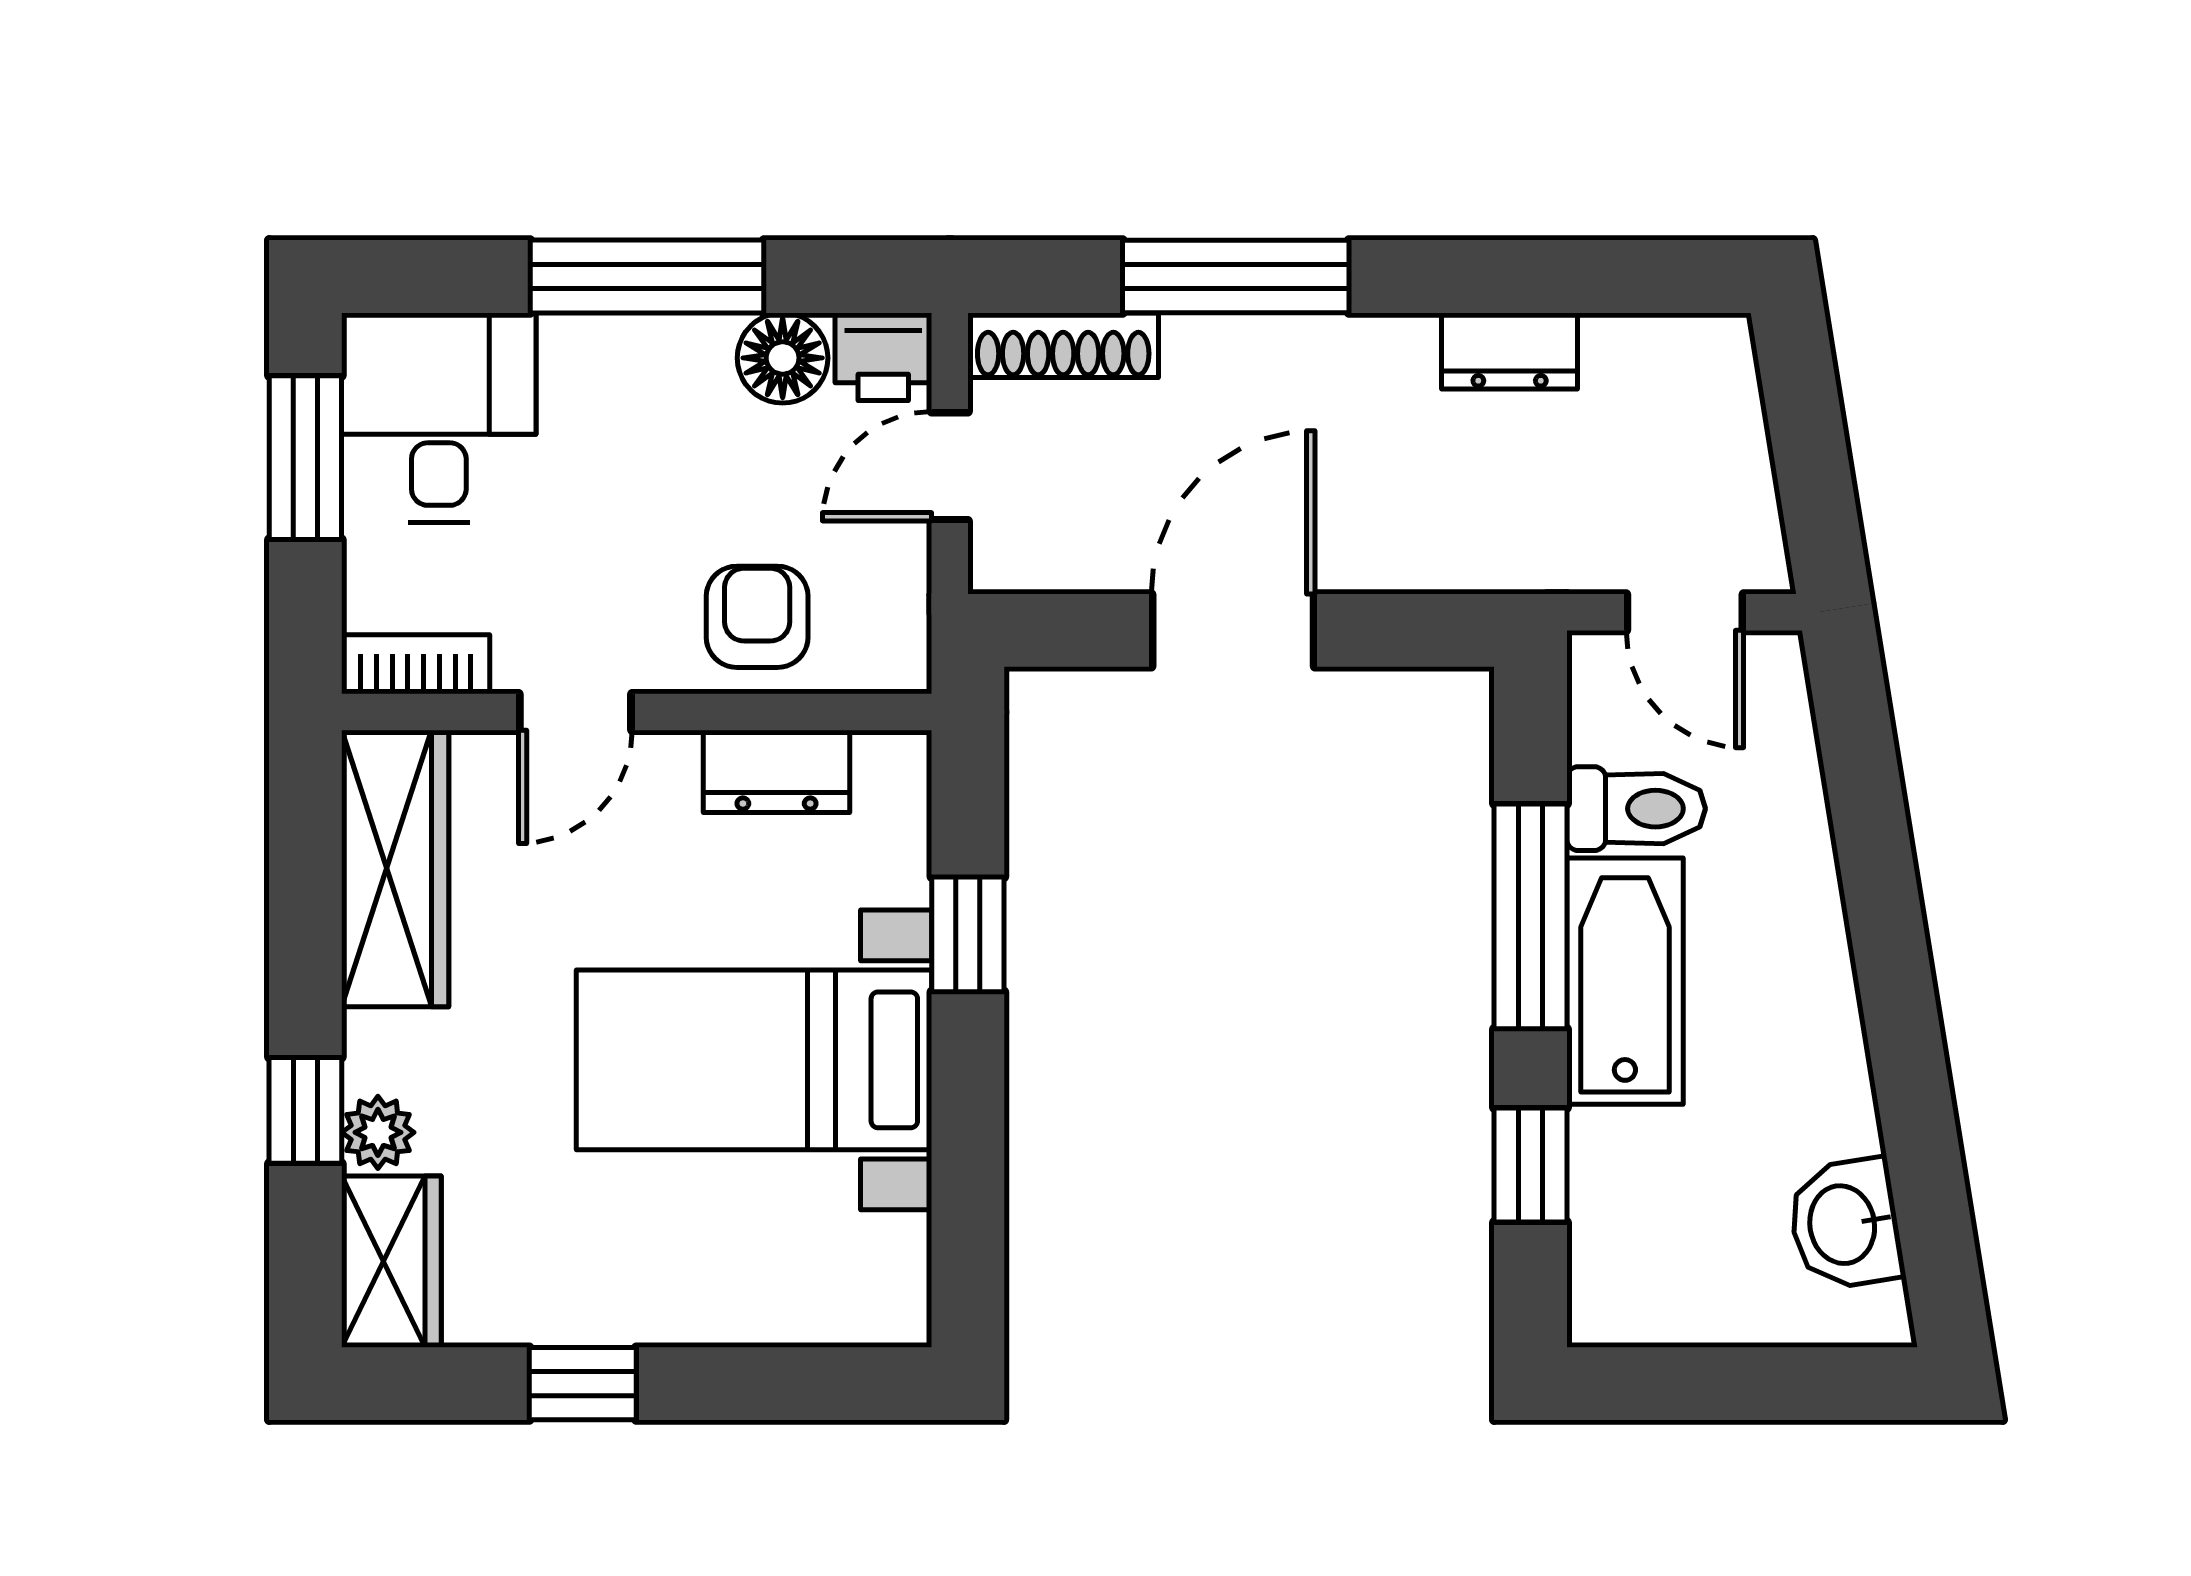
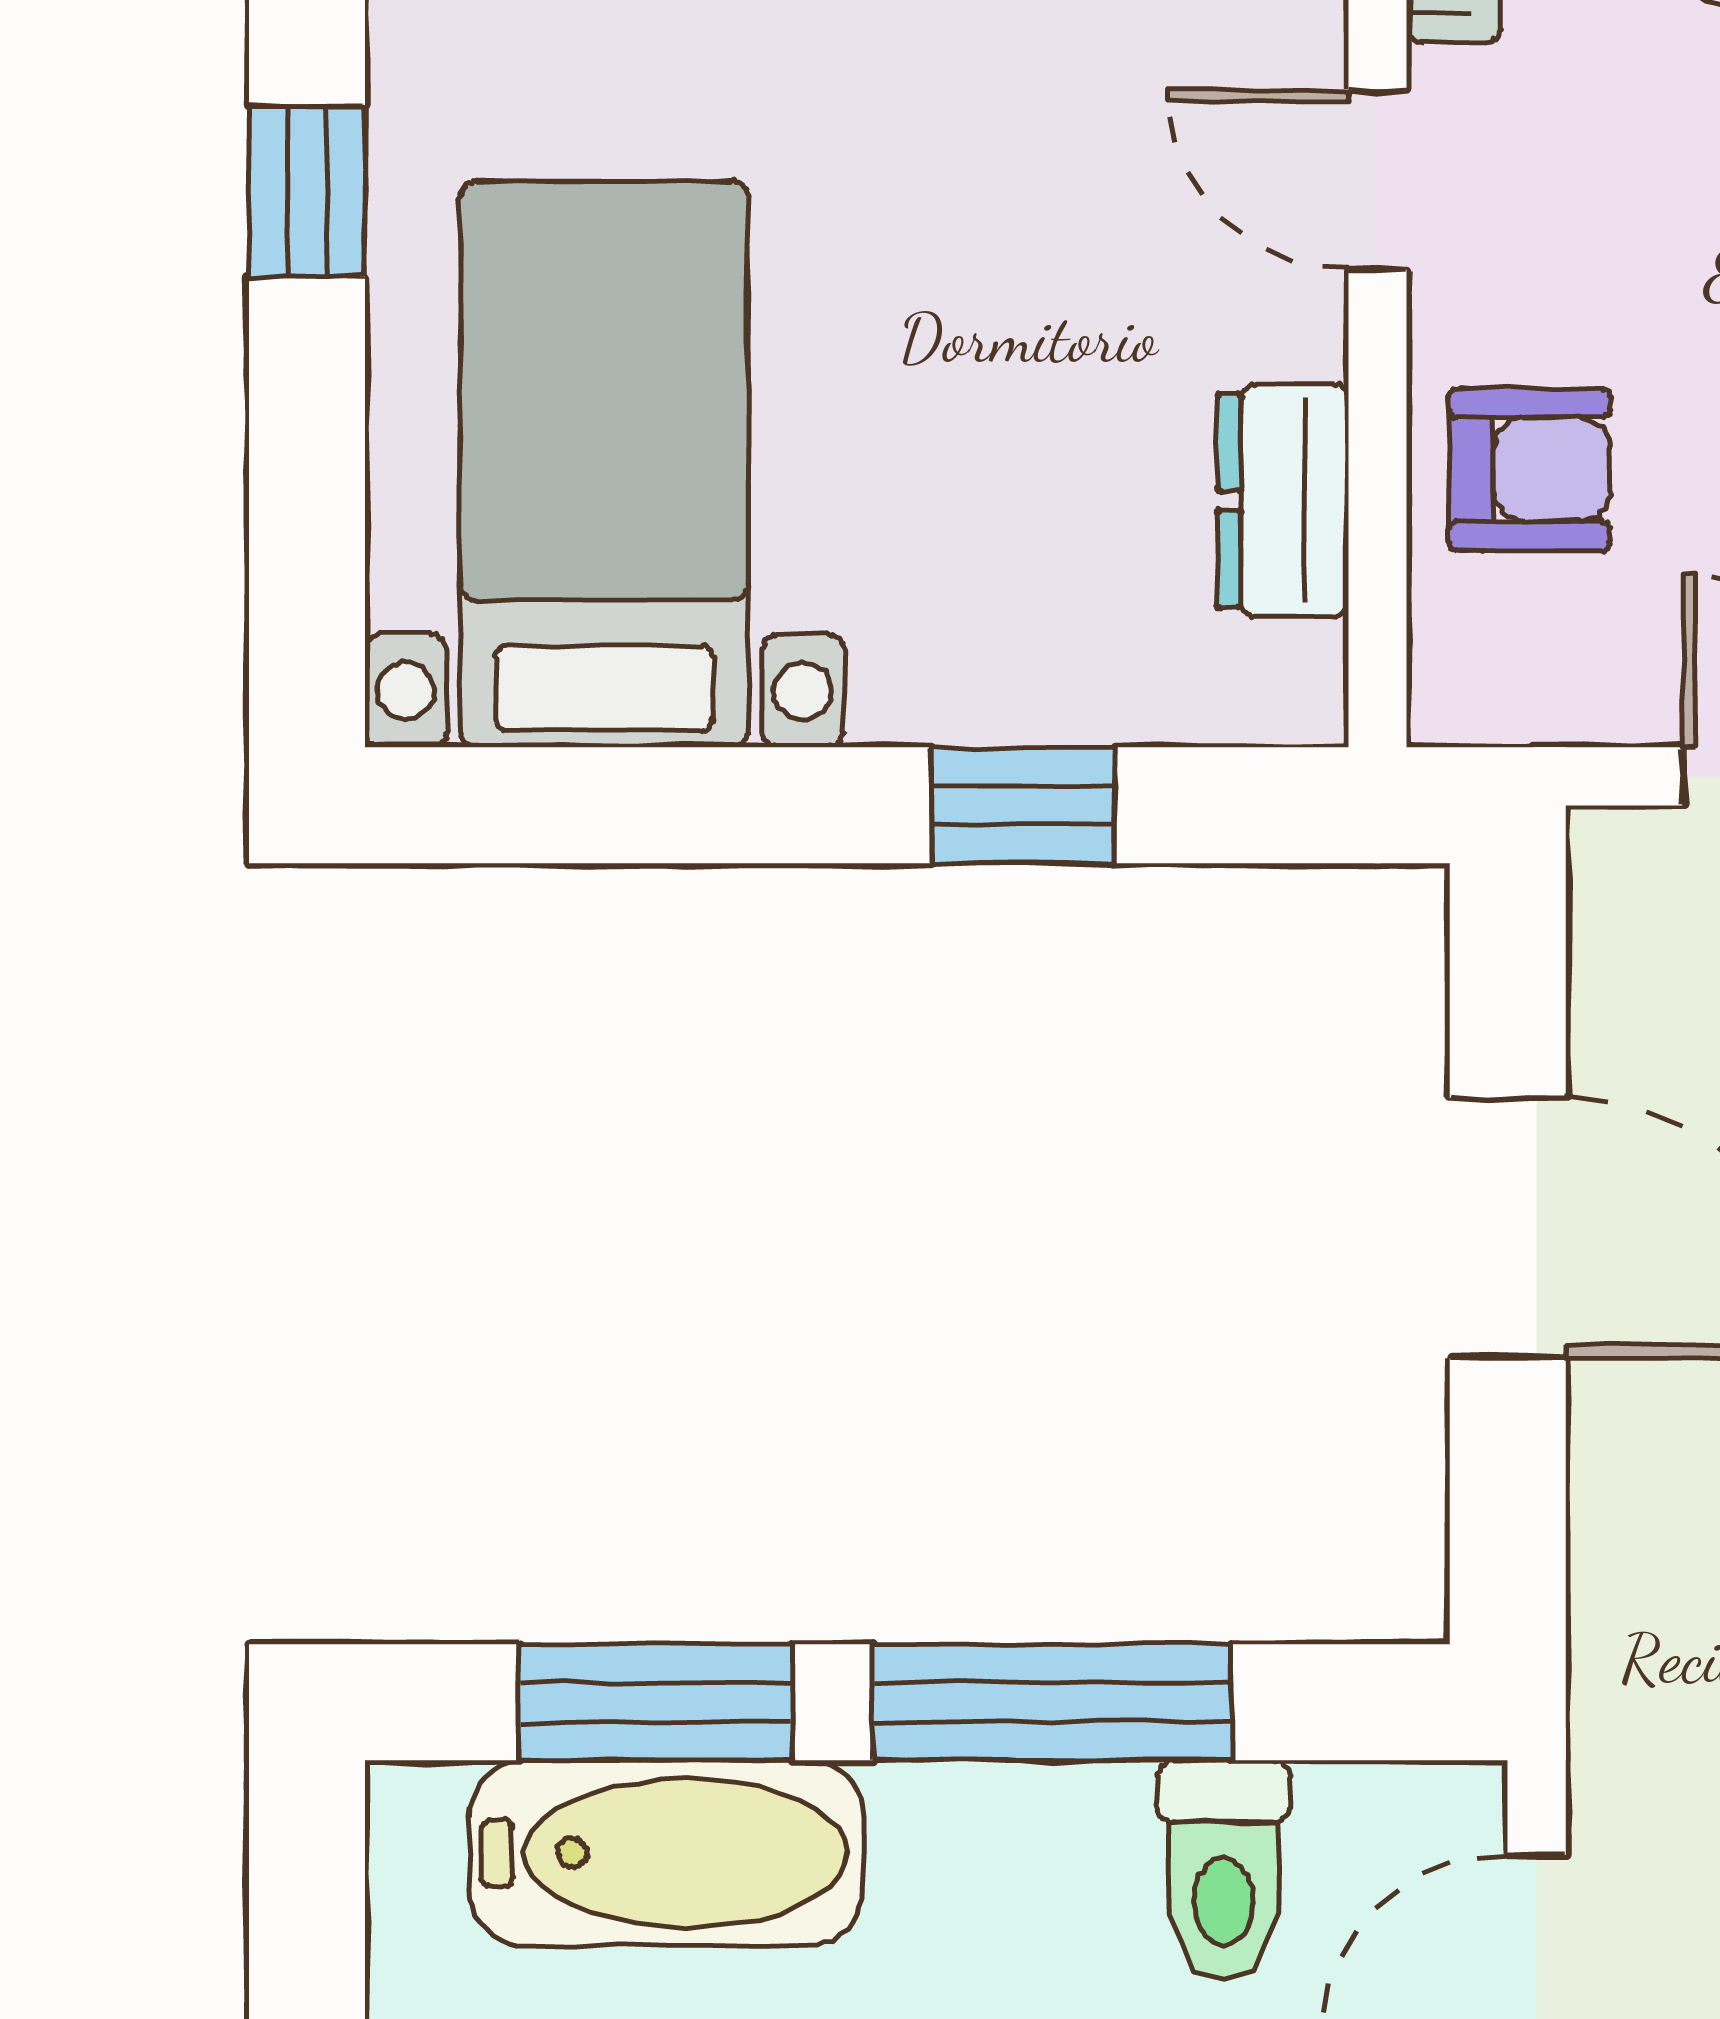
bathtub: (1625, 981) -> (666, 1853), moved
bed with nightstands: (754, 1060) -> (604, 464), moved
window: (1531, 1165) -> (656, 1702), width x1.50

